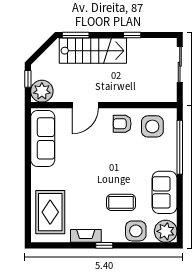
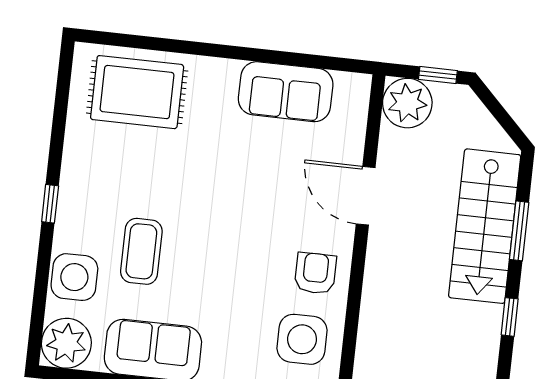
window: (76, 35) -> (519, 231), moved
sofa: (43, 138) -> (286, 92), width x0.73
fireplace: (86, 236) -> (76, 165), removed

